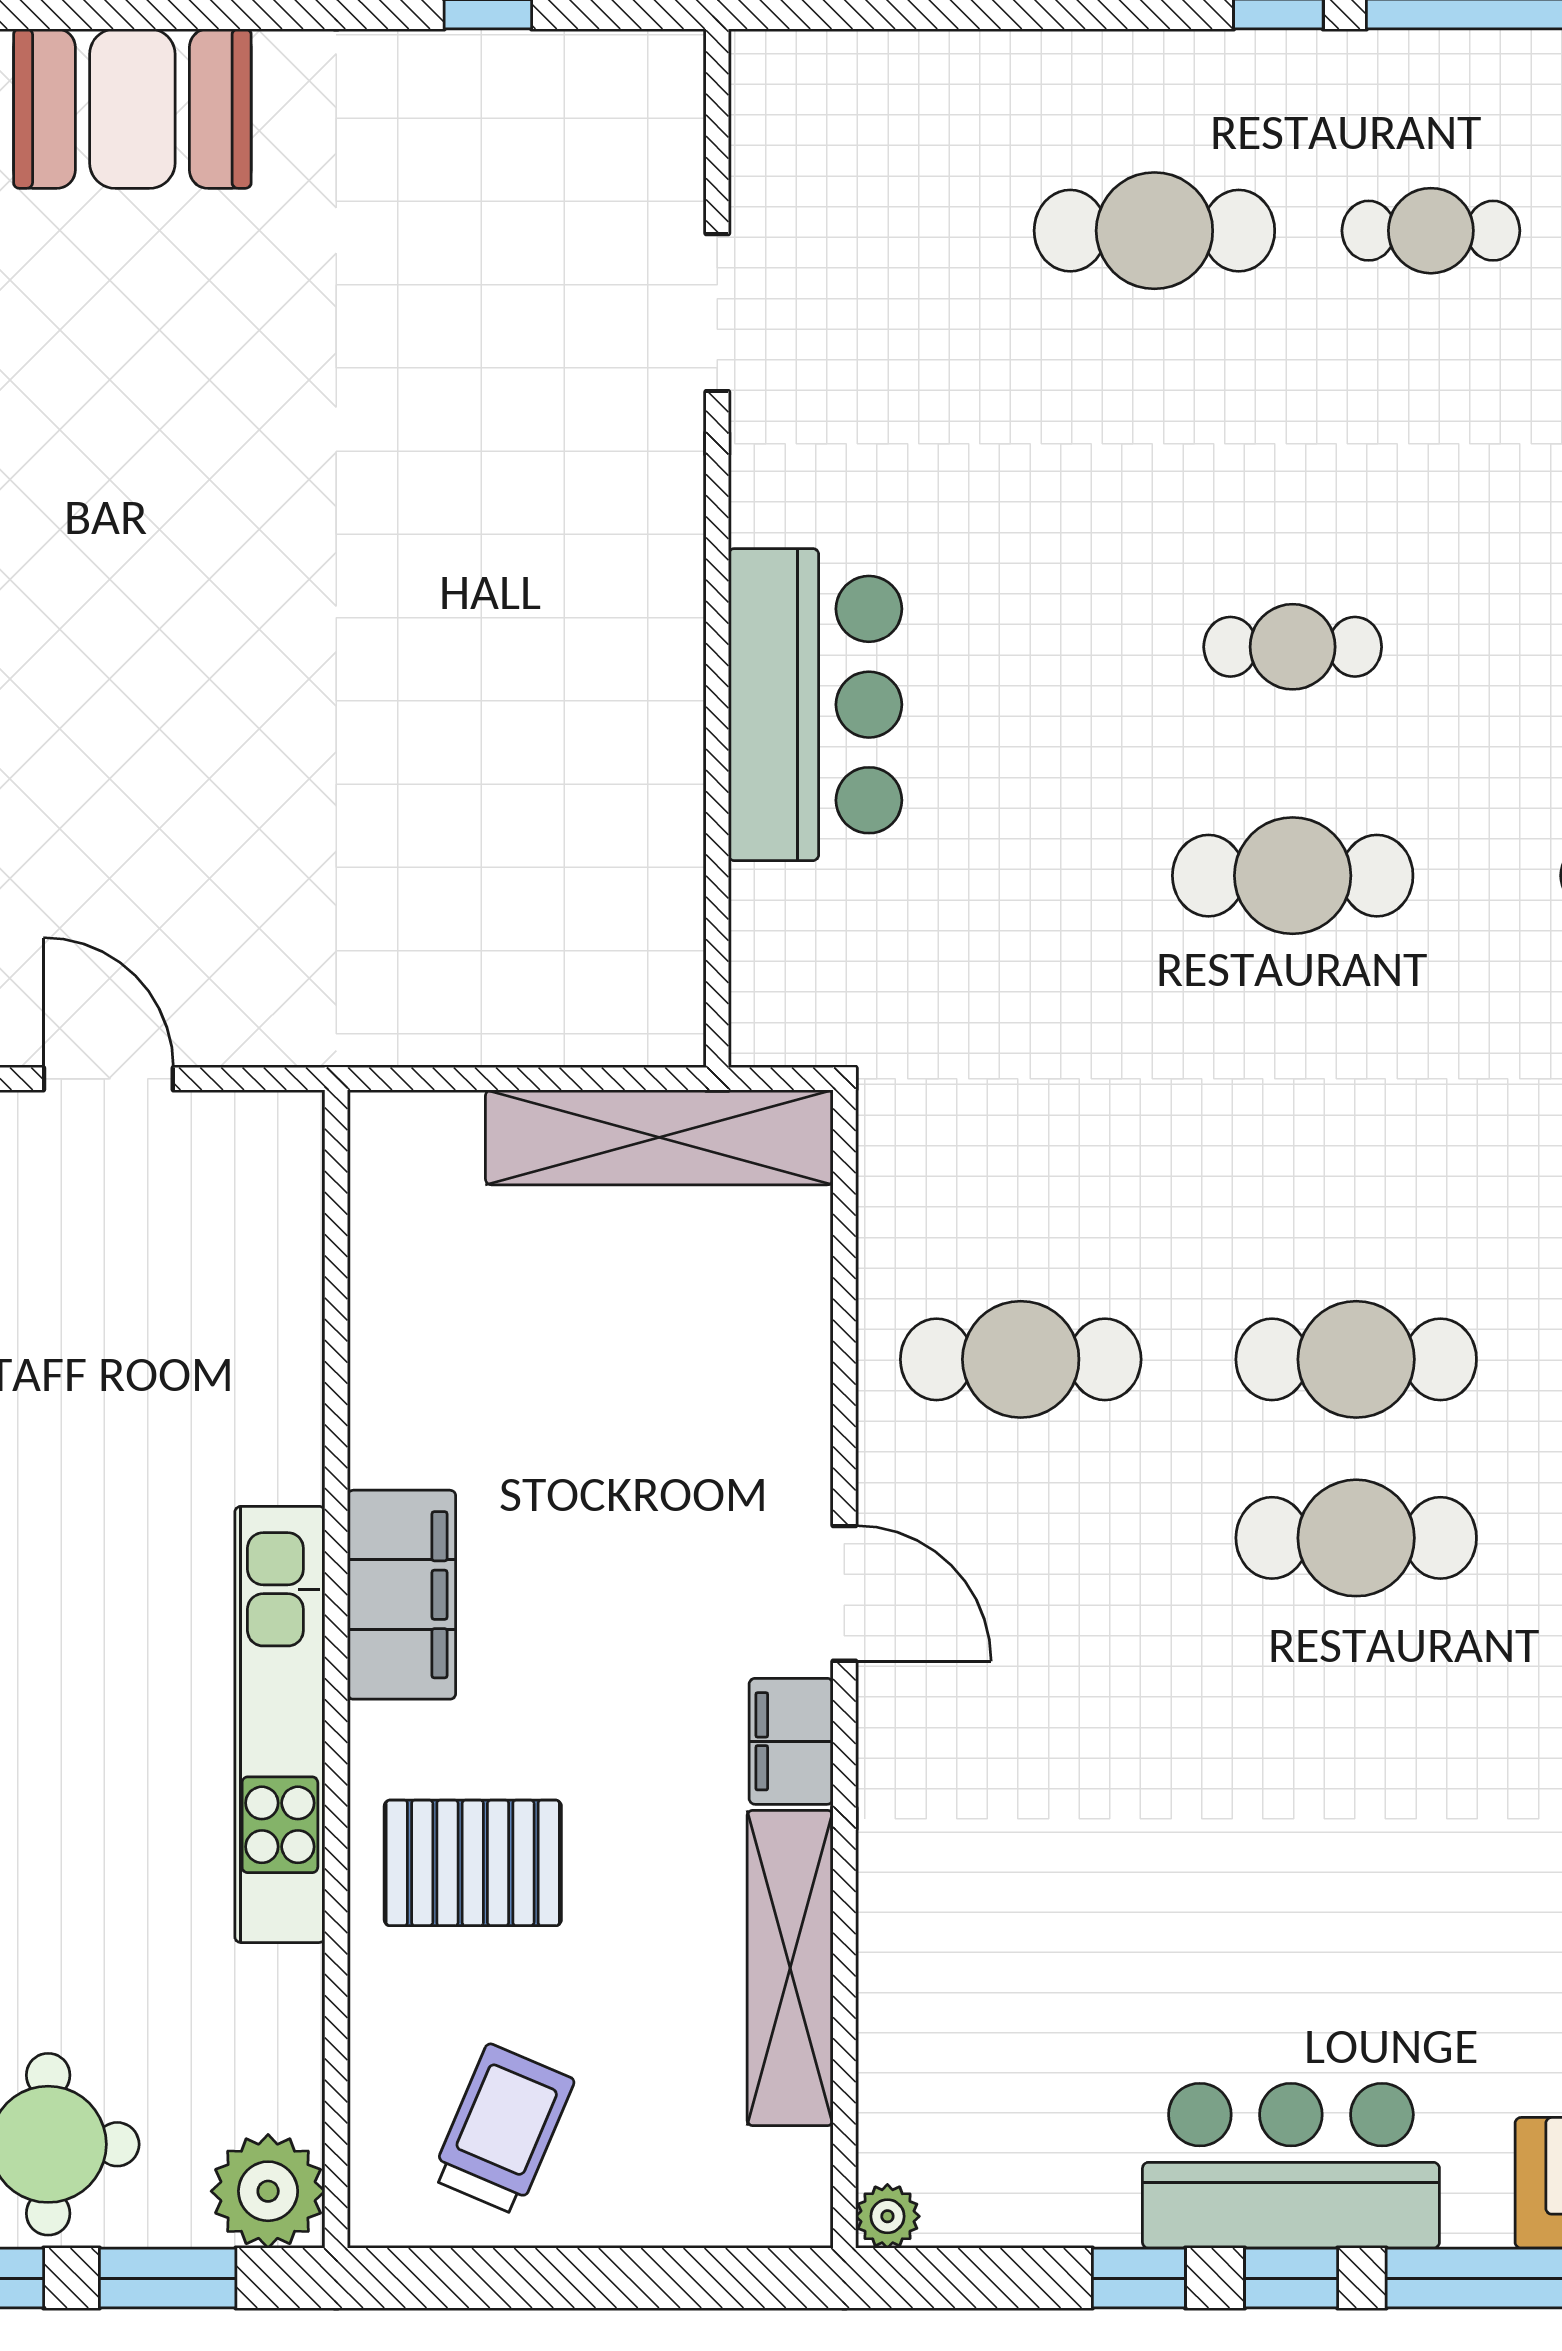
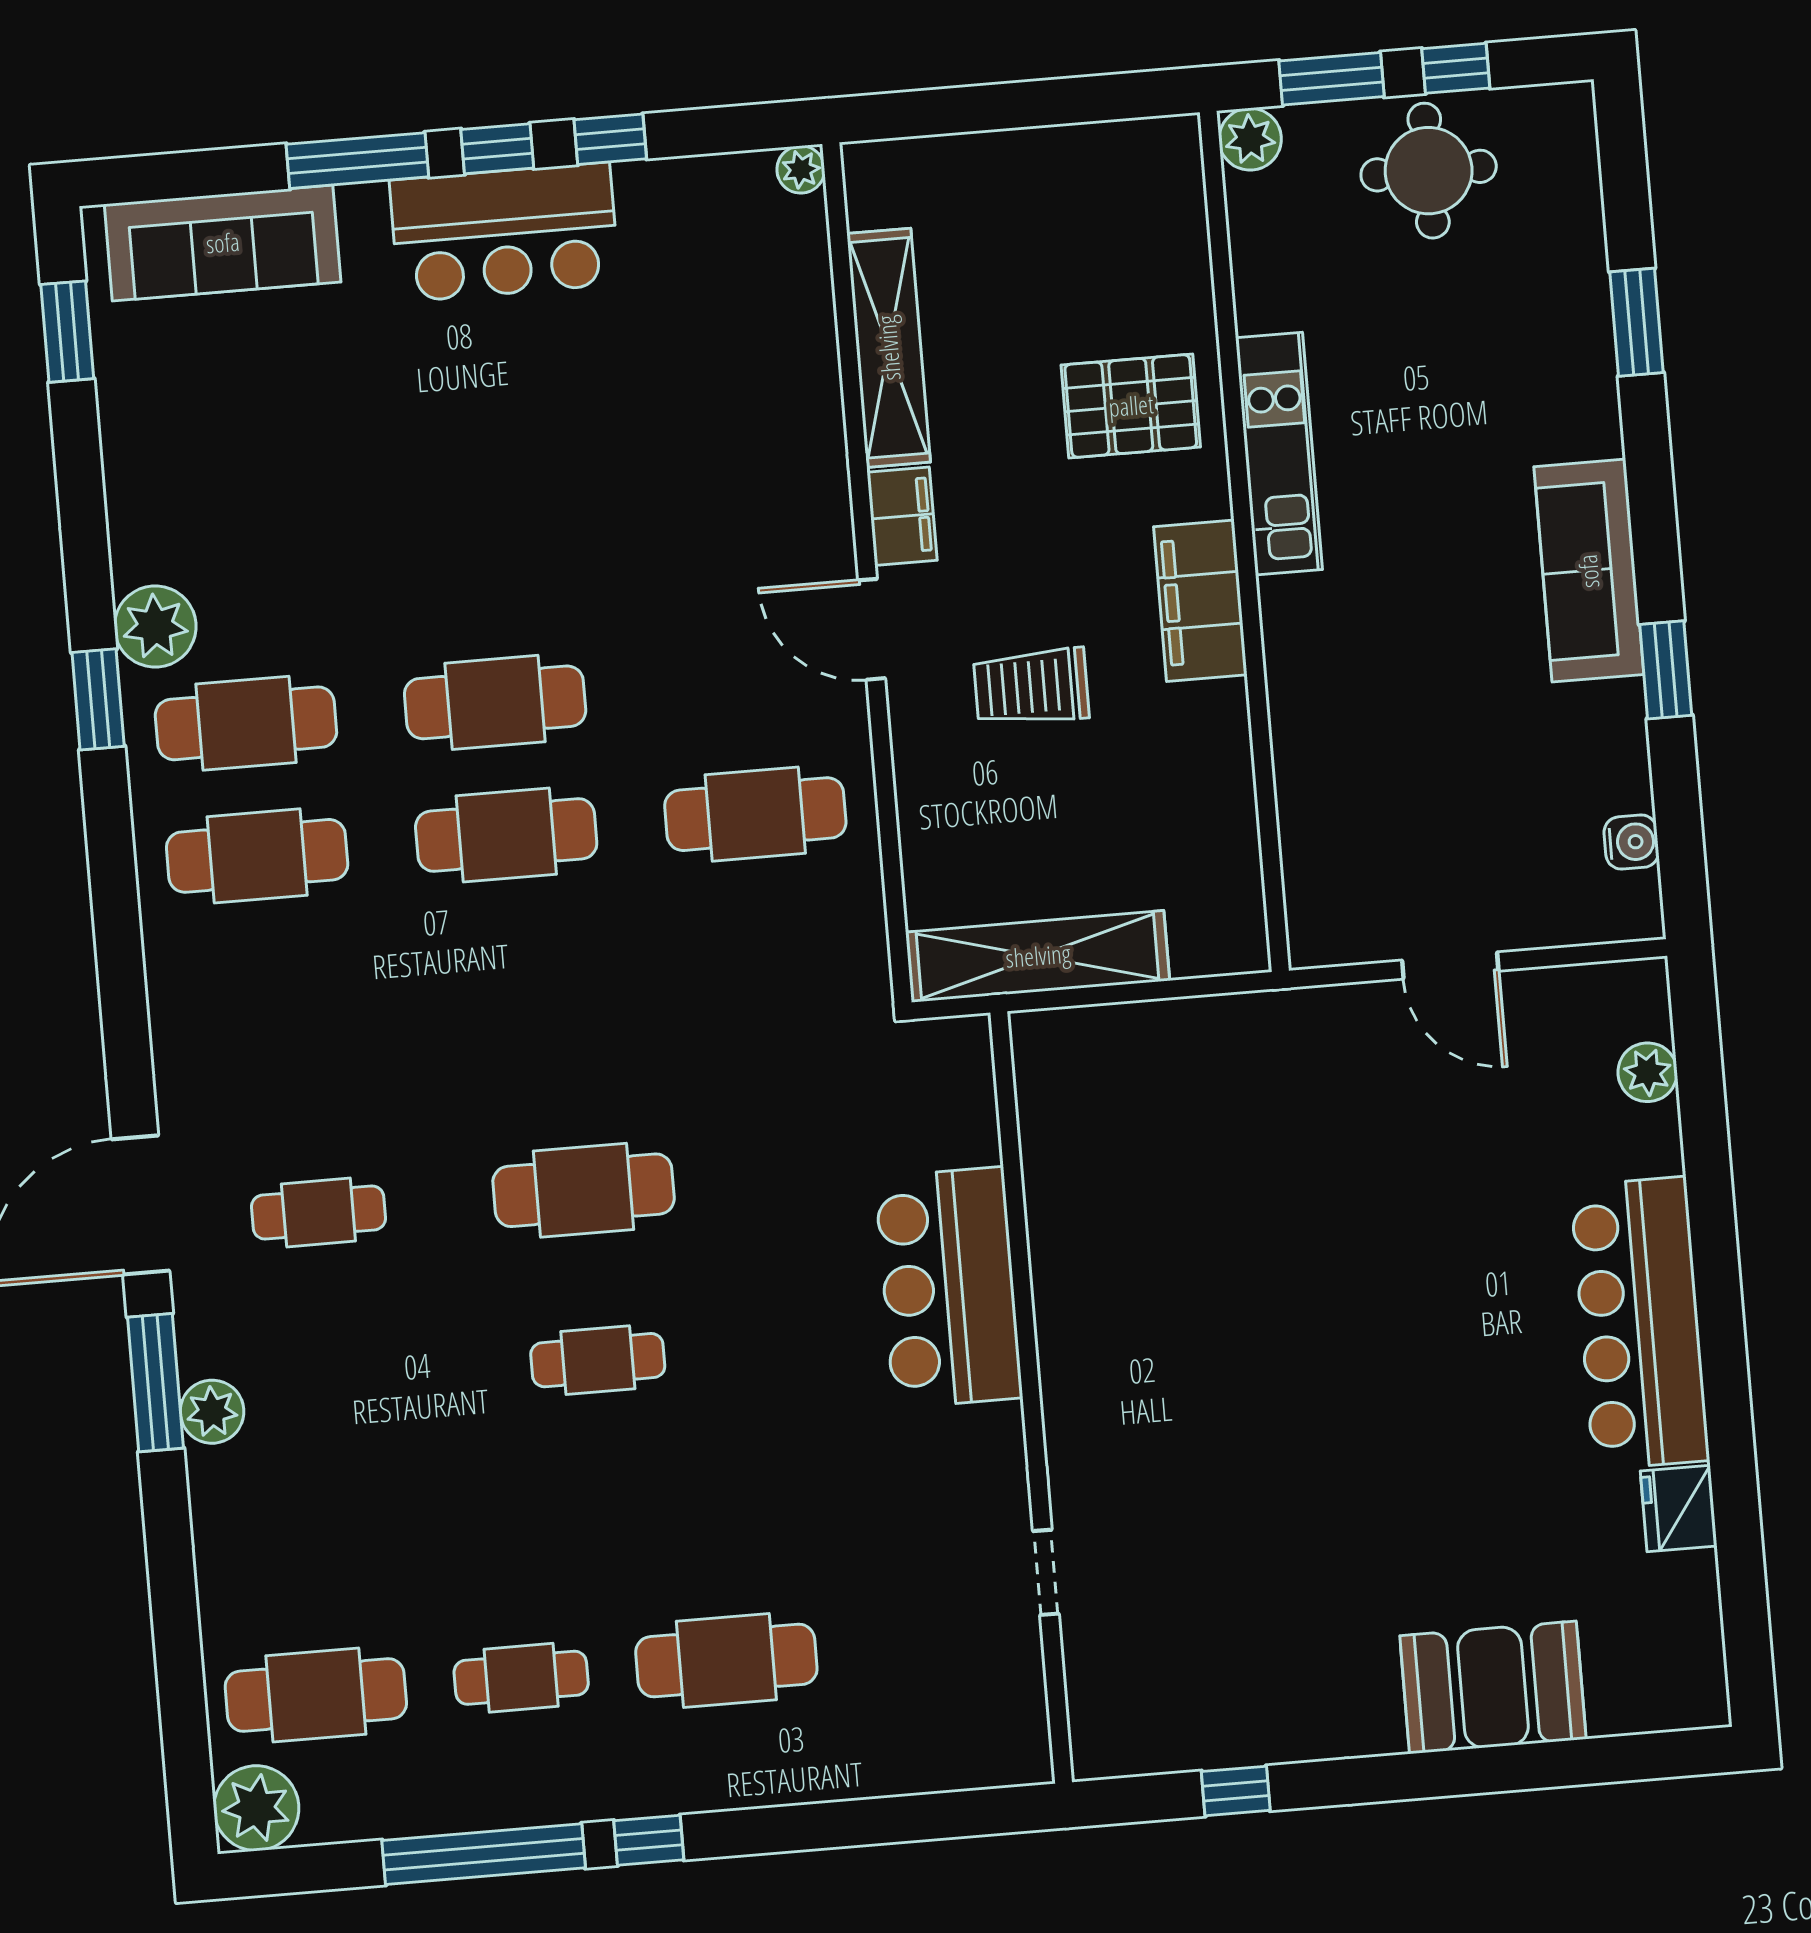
doorway: (717, 313) -> (1046, 1572), width x0.73
kitchen unit: (280, 1724) -> (1279, 454), width x0.73
trolley: (503, 2129) -> (1031, 687), moved, turned 67
plant: (268, 2191) -> (1250, 139), width x0.73, depth x0.73

